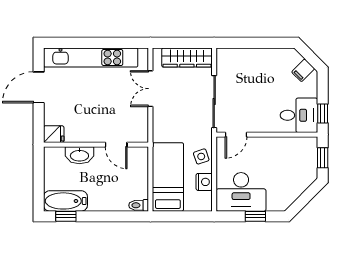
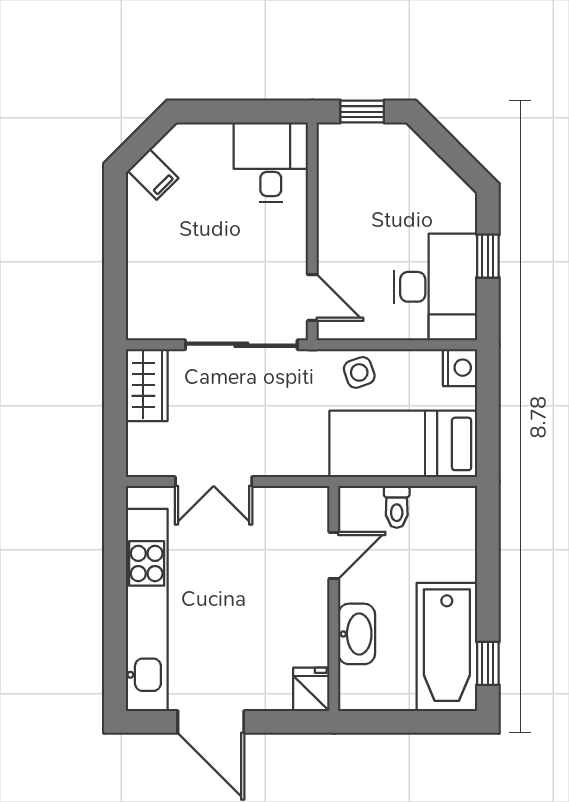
wardrobe: (187, 57) -> (147, 385), width x0.67
filing cabinet: (303, 70) -> (153, 174), moved
window: (323, 114) -> (267, 112), removed
nightstand: (204, 182) -> (460, 368), moved, turned 90
bathtub: (65, 201) -> (447, 647), width x1.36, depth x1.36
toilet: (139, 205) -> (397, 507), moved

